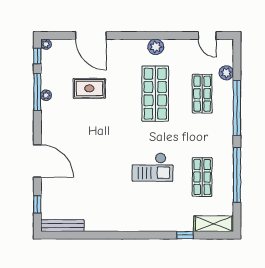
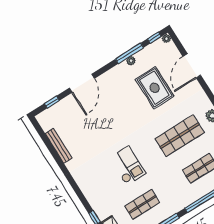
rug: (89, 88) -> (155, 88), width x1.36, depth x1.43
checkout: (153, 167) -> (128, 166), turned 180
bench: (62, 226) -> (59, 146), moved

